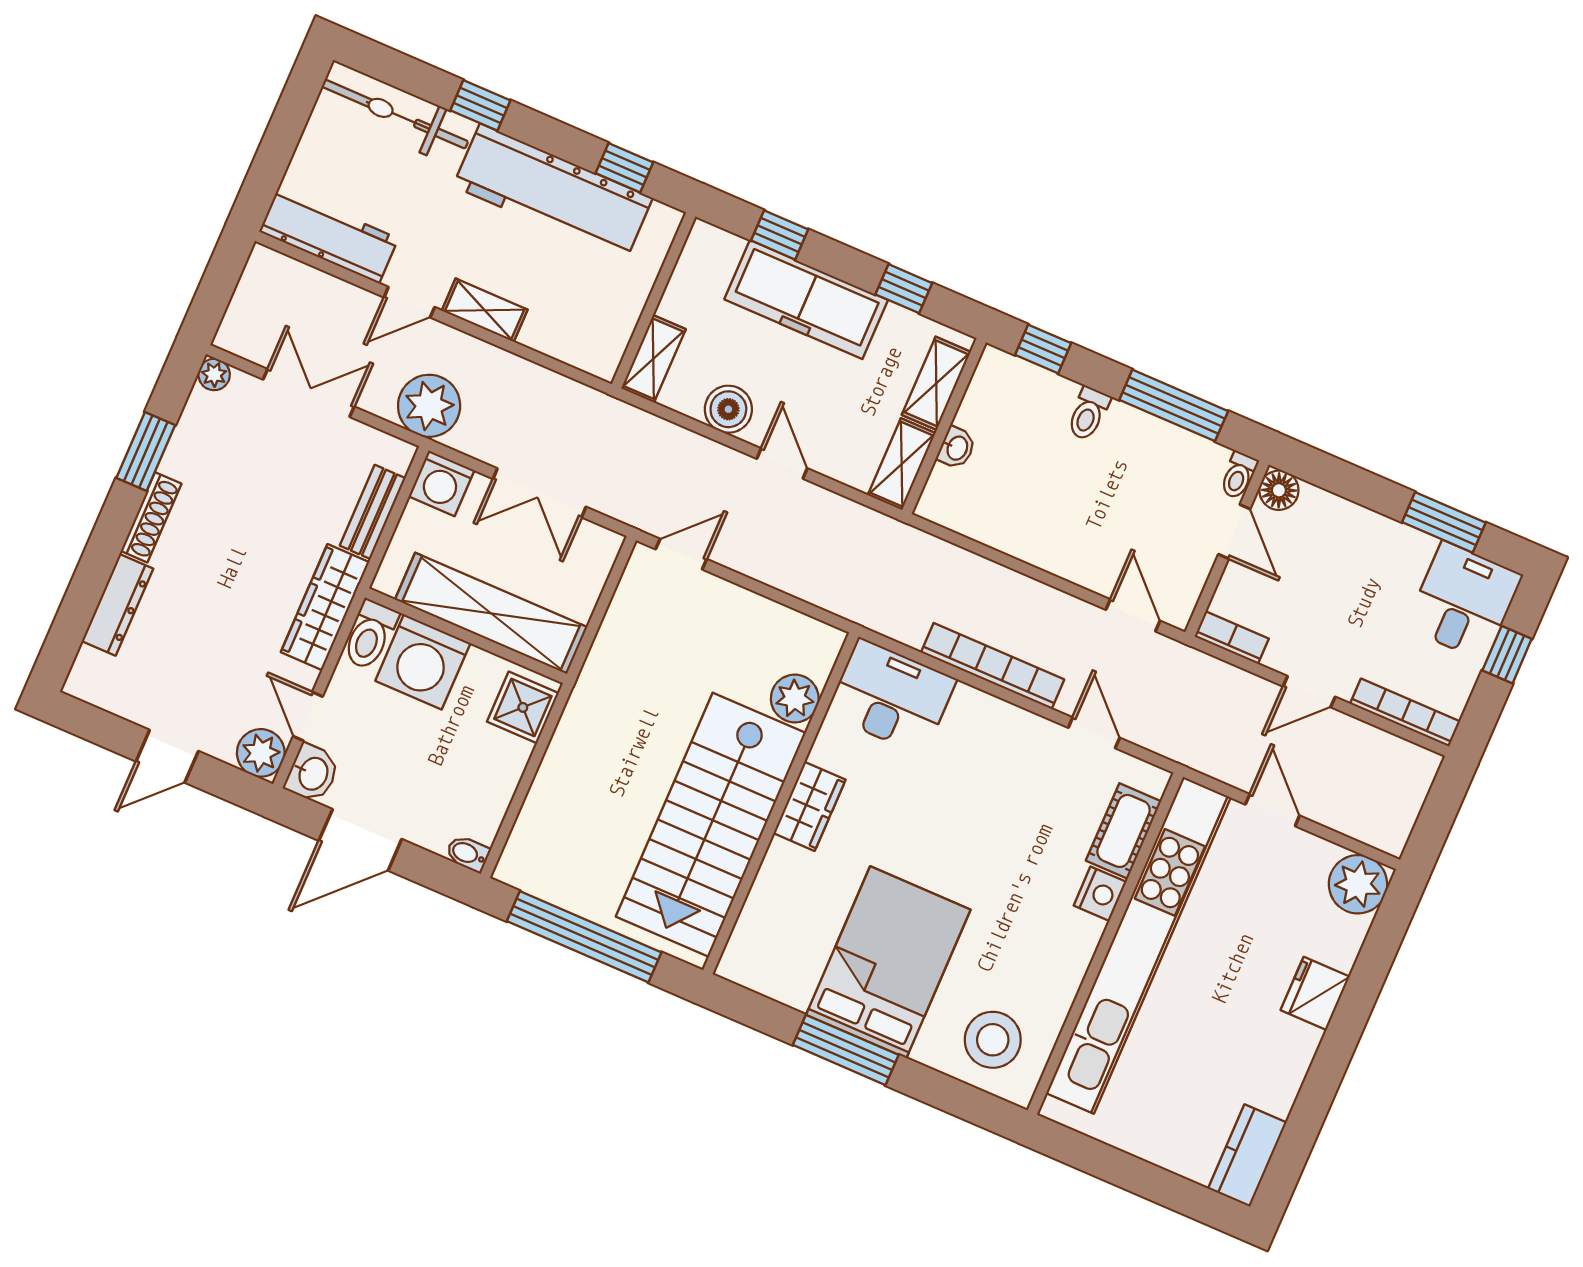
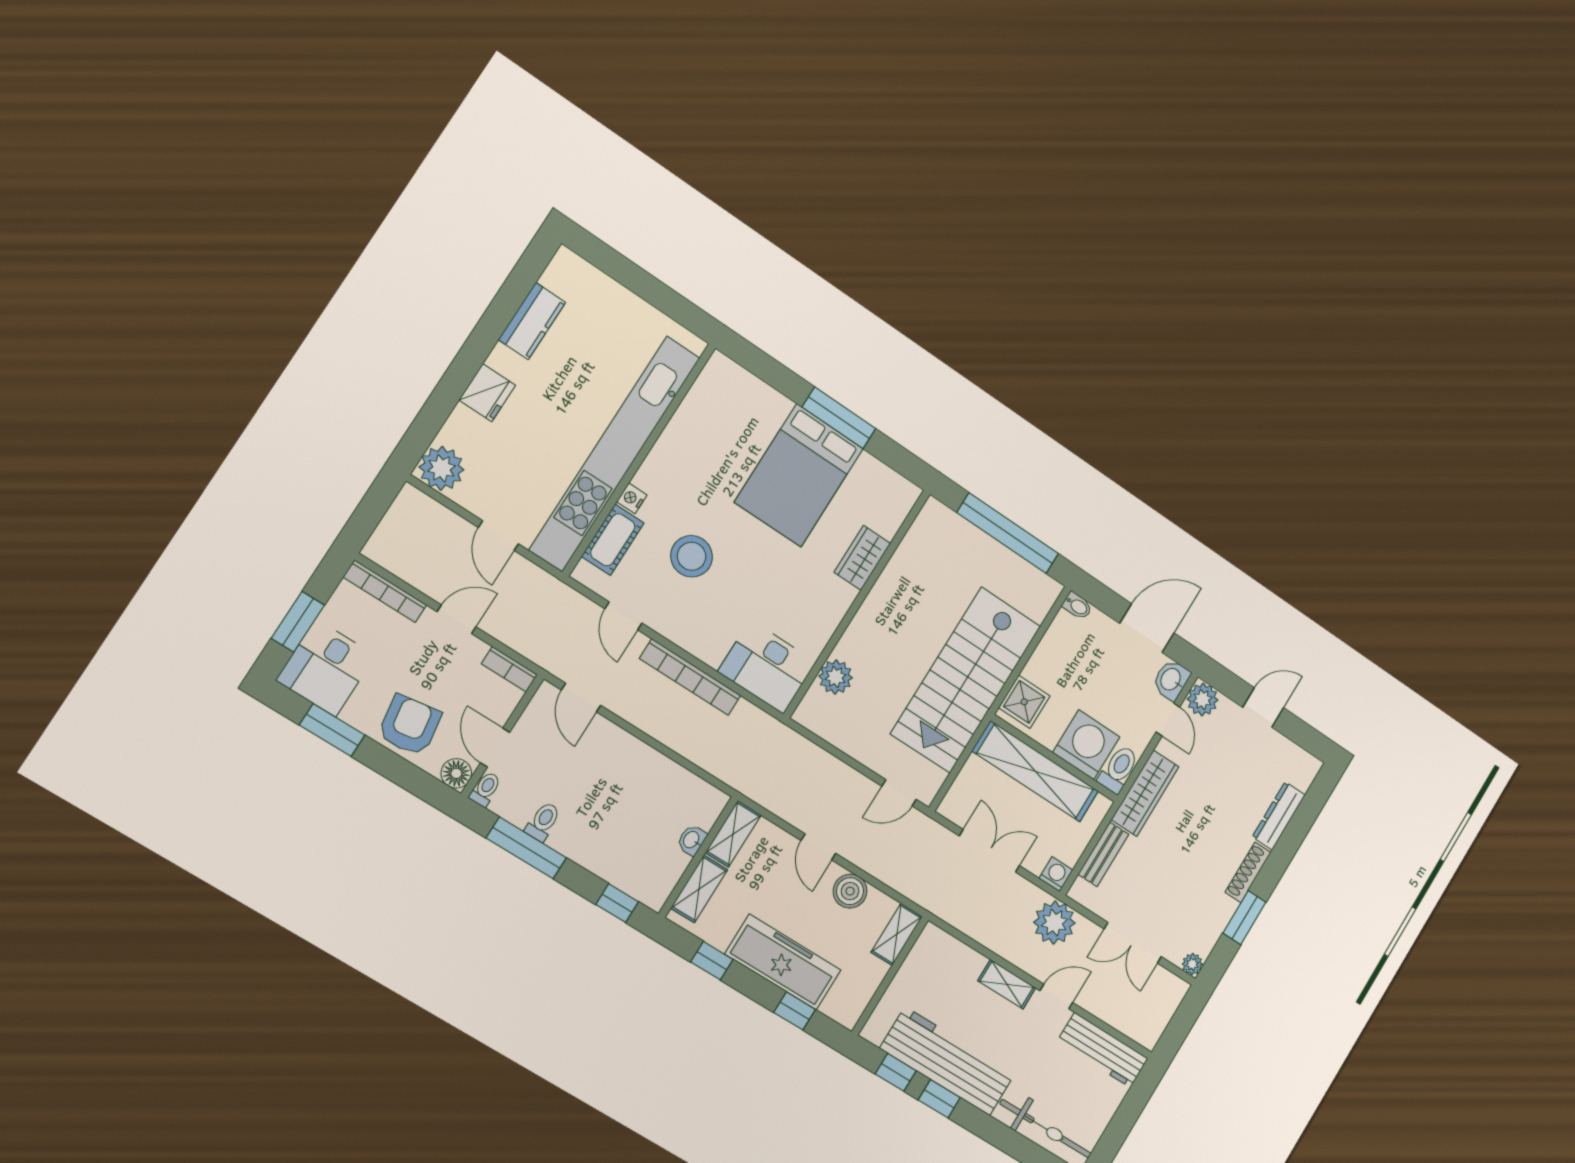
window: (480, 105) -> (939, 1099), moved
toilet: (1088, 414) -> (543, 822), moved
washing machine: (442, 483) -> (1056, 874), width x0.73, depth x0.73
armchair: (1348, 544) -> (410, 725), added
window: (1507, 655) -> (298, 622), width x1.50
wardrobe: (809, 806) -> (862, 558), moved
stairs: (711, 825) -> (966, 680), moved, turned 180
nightstand: (1100, 894) -> (632, 498), width x0.72, depth x0.74
stool: (993, 1040) -> (692, 556), moved
kitchen counter: (1247, 1156) -> (532, 321), moved

